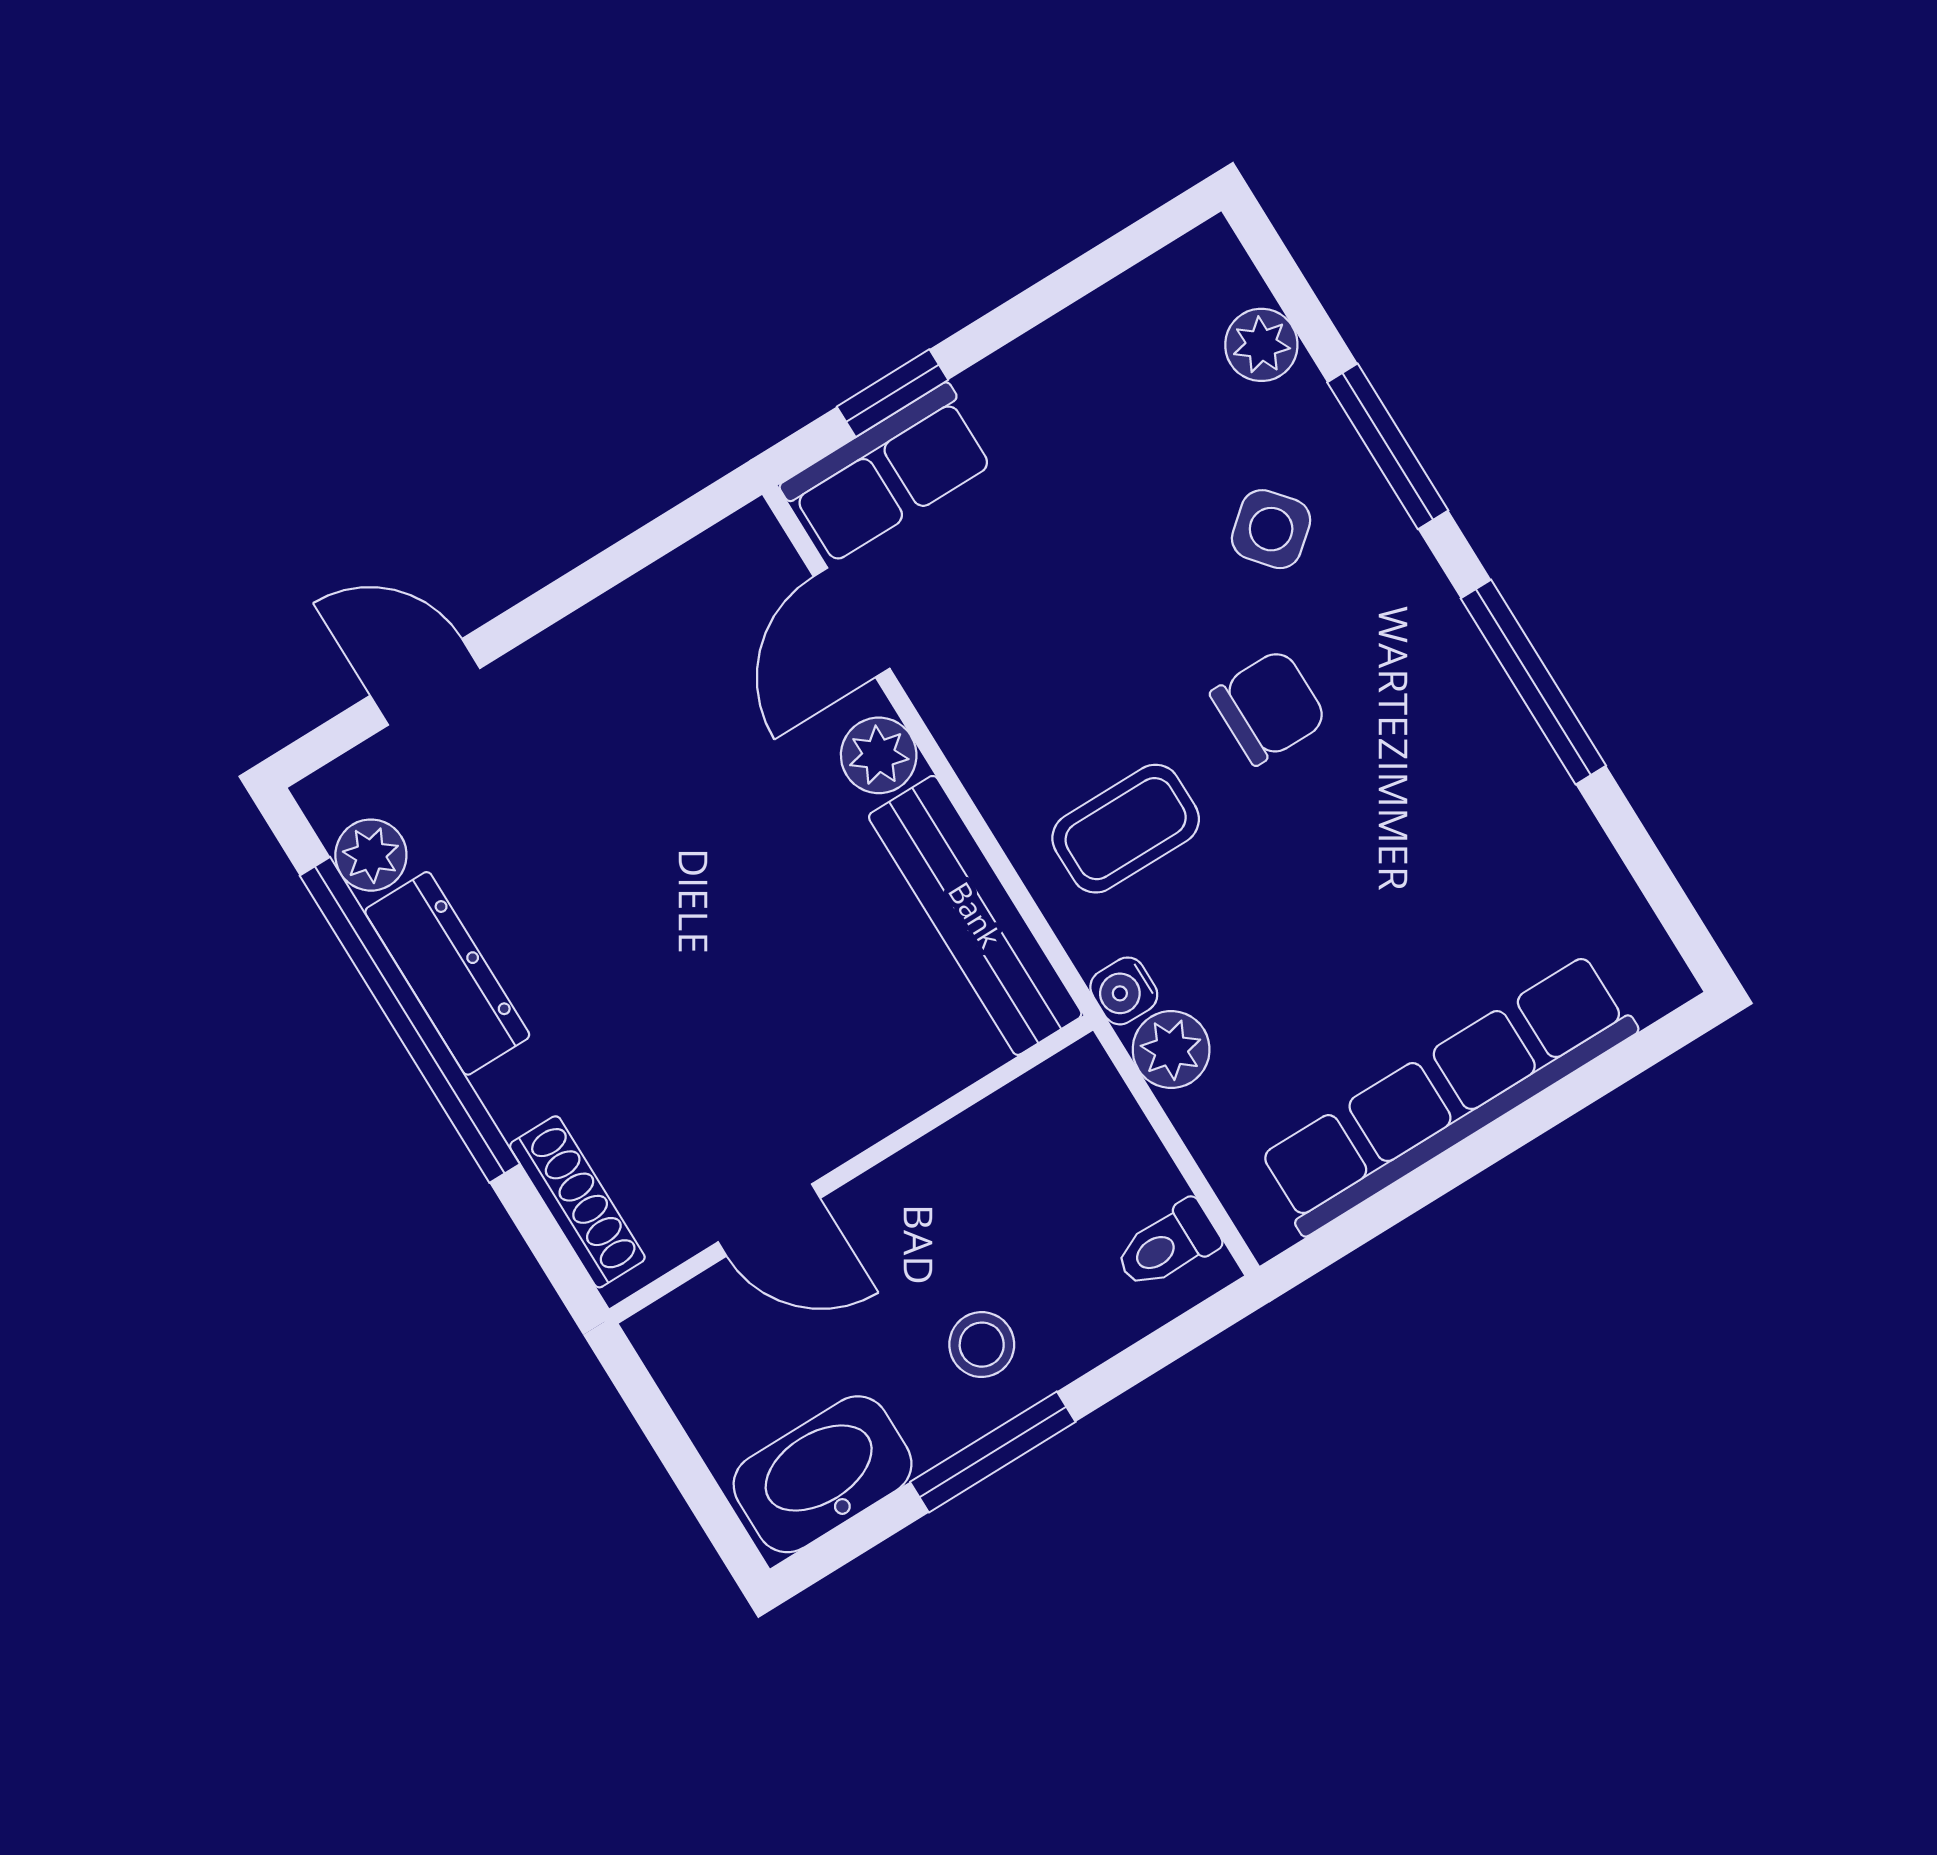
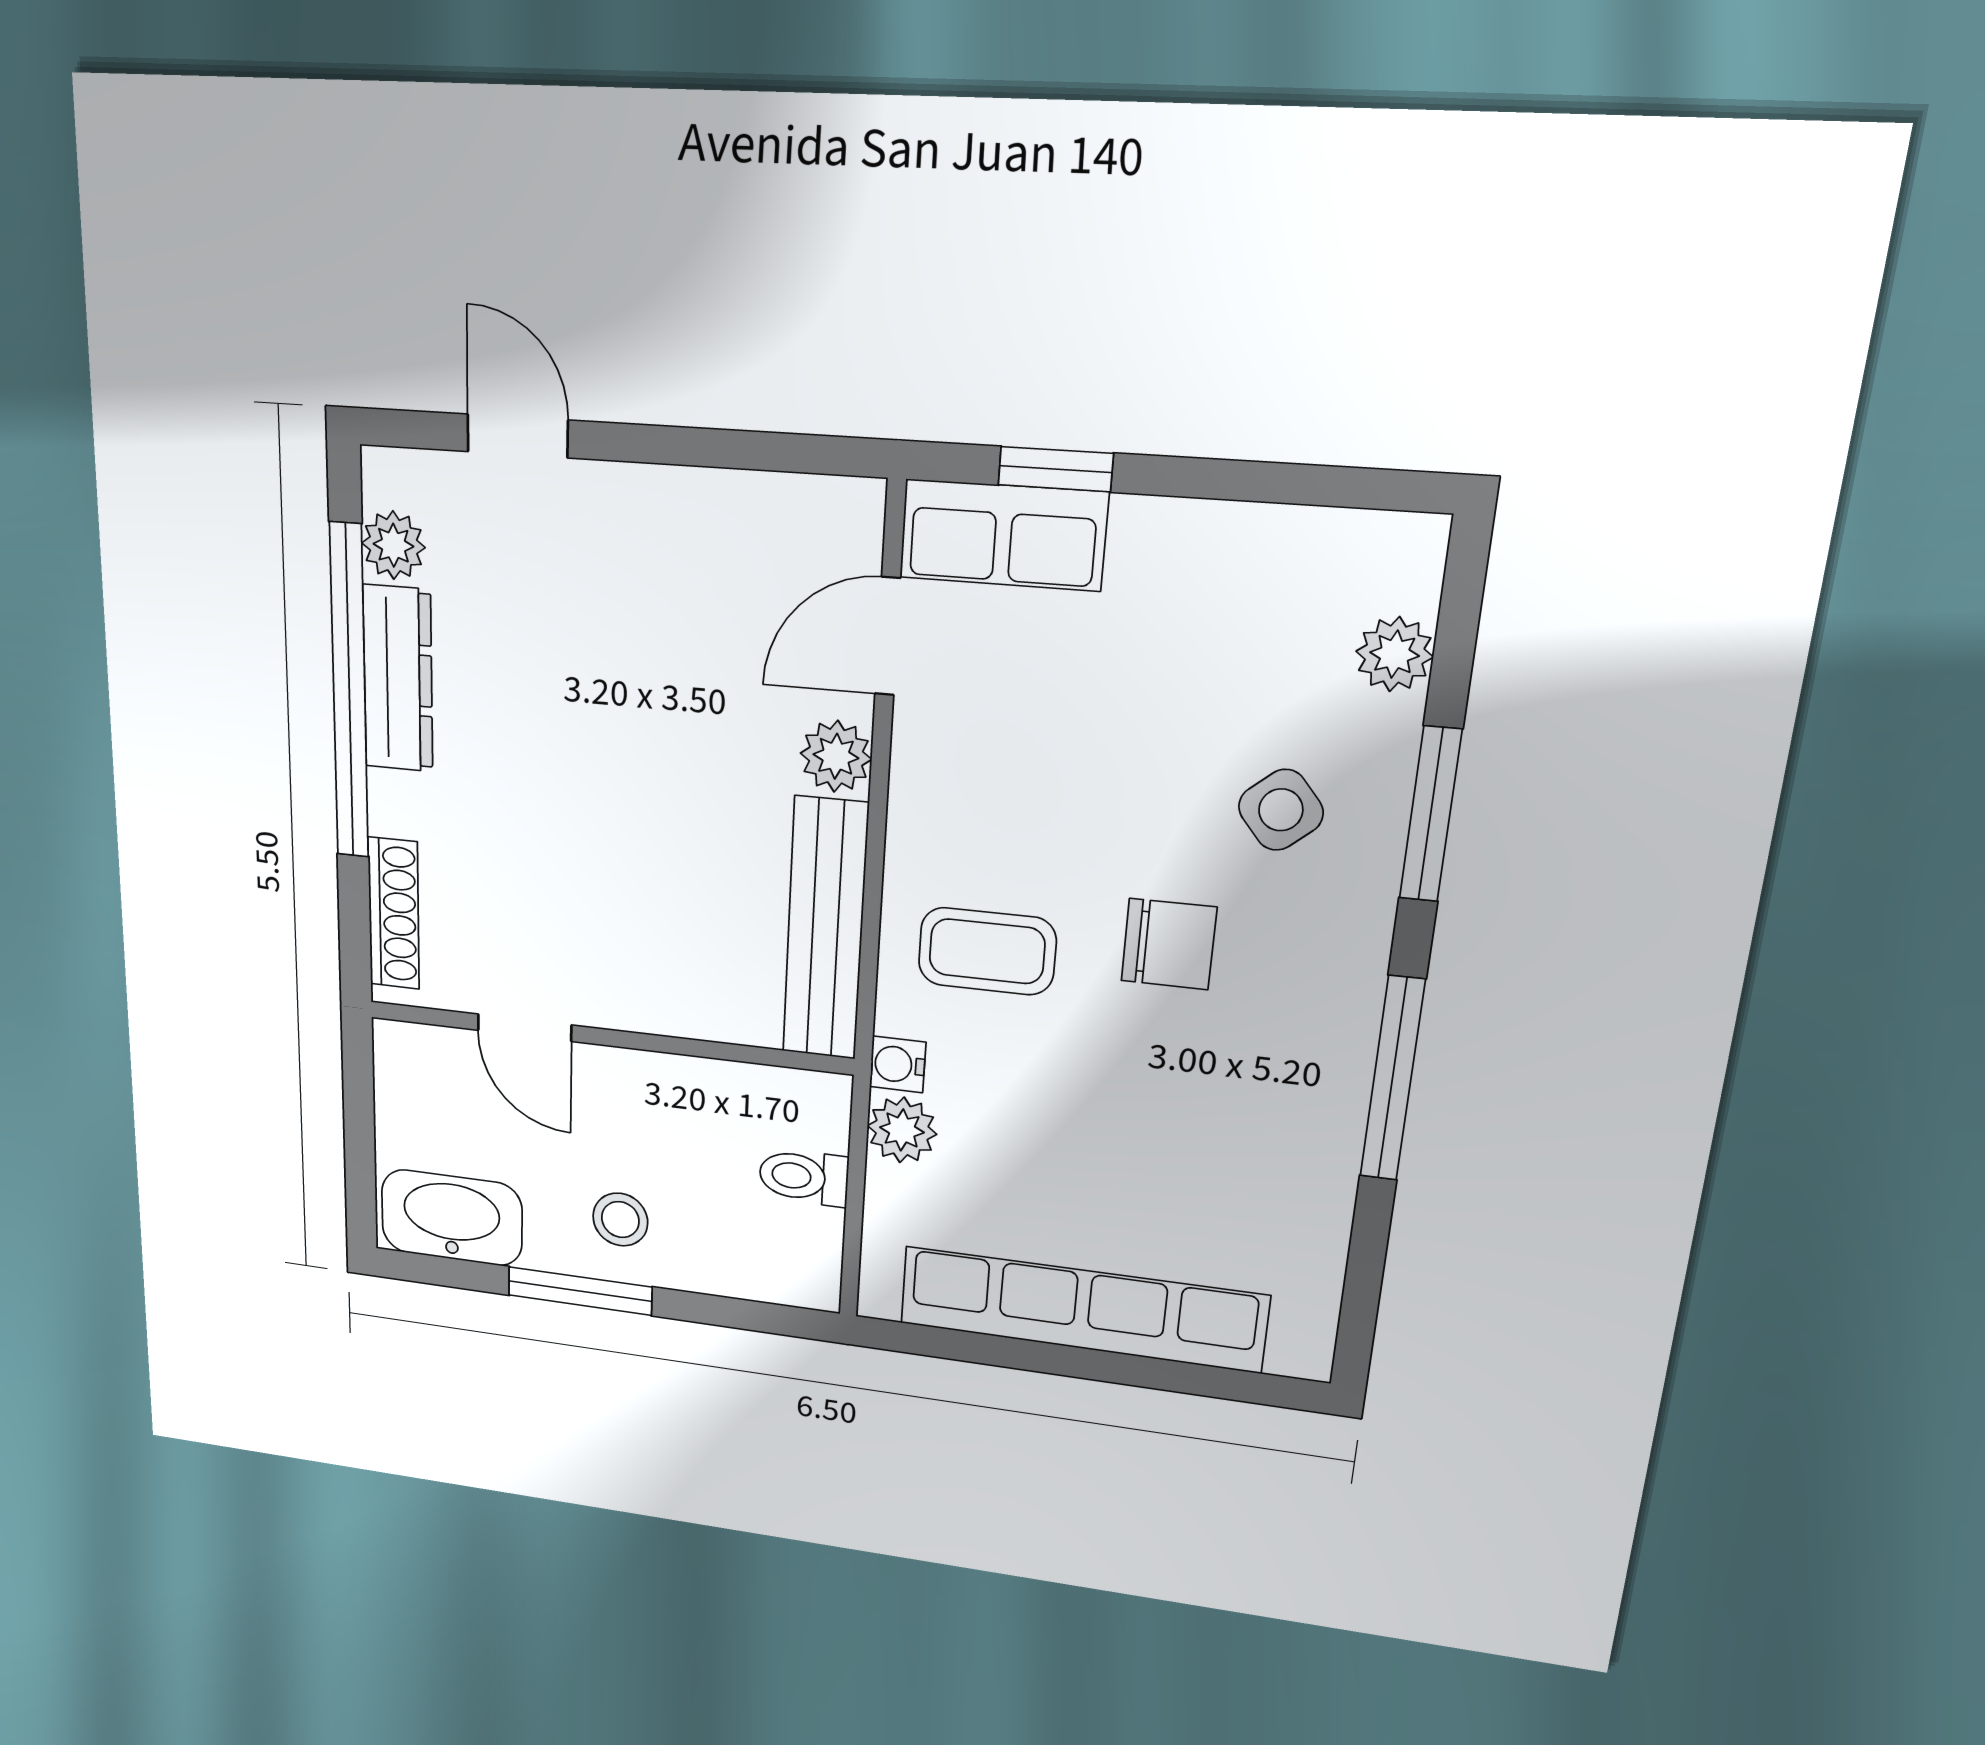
toilet: (1167, 1245) -> (804, 1177), moved

